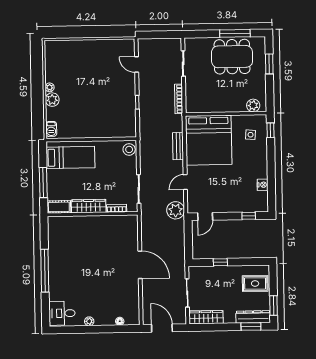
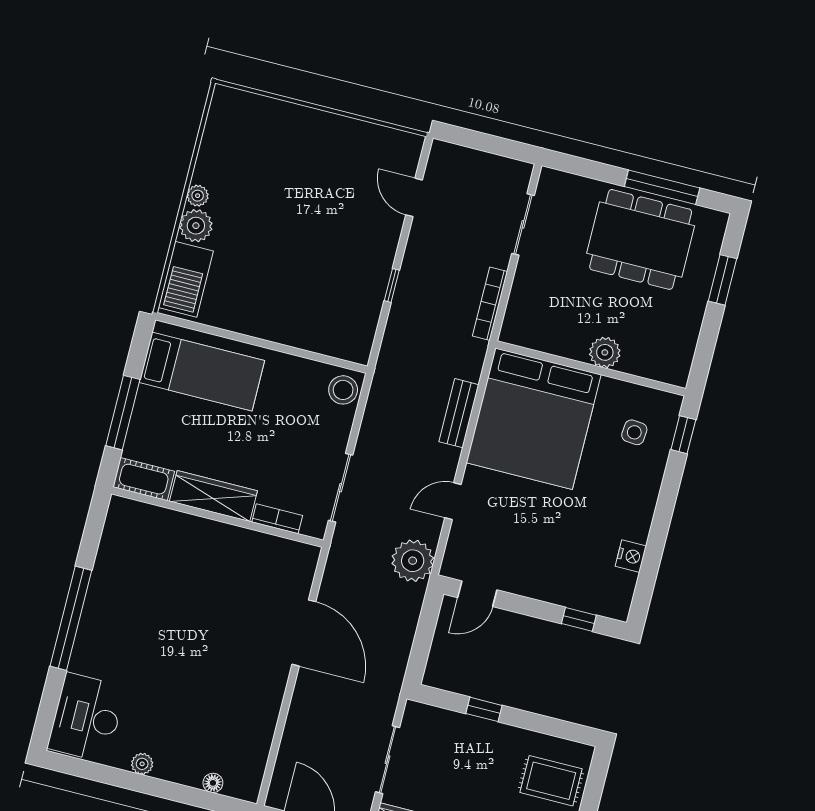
plant: (253, 105) -> (605, 352), moved
barbecue: (51, 129) -> (186, 279), width x1.88, depth x1.53
door: (140, 265) -> (304, 633), moved
desk: (62, 313) -> (87, 718), width x1.37

